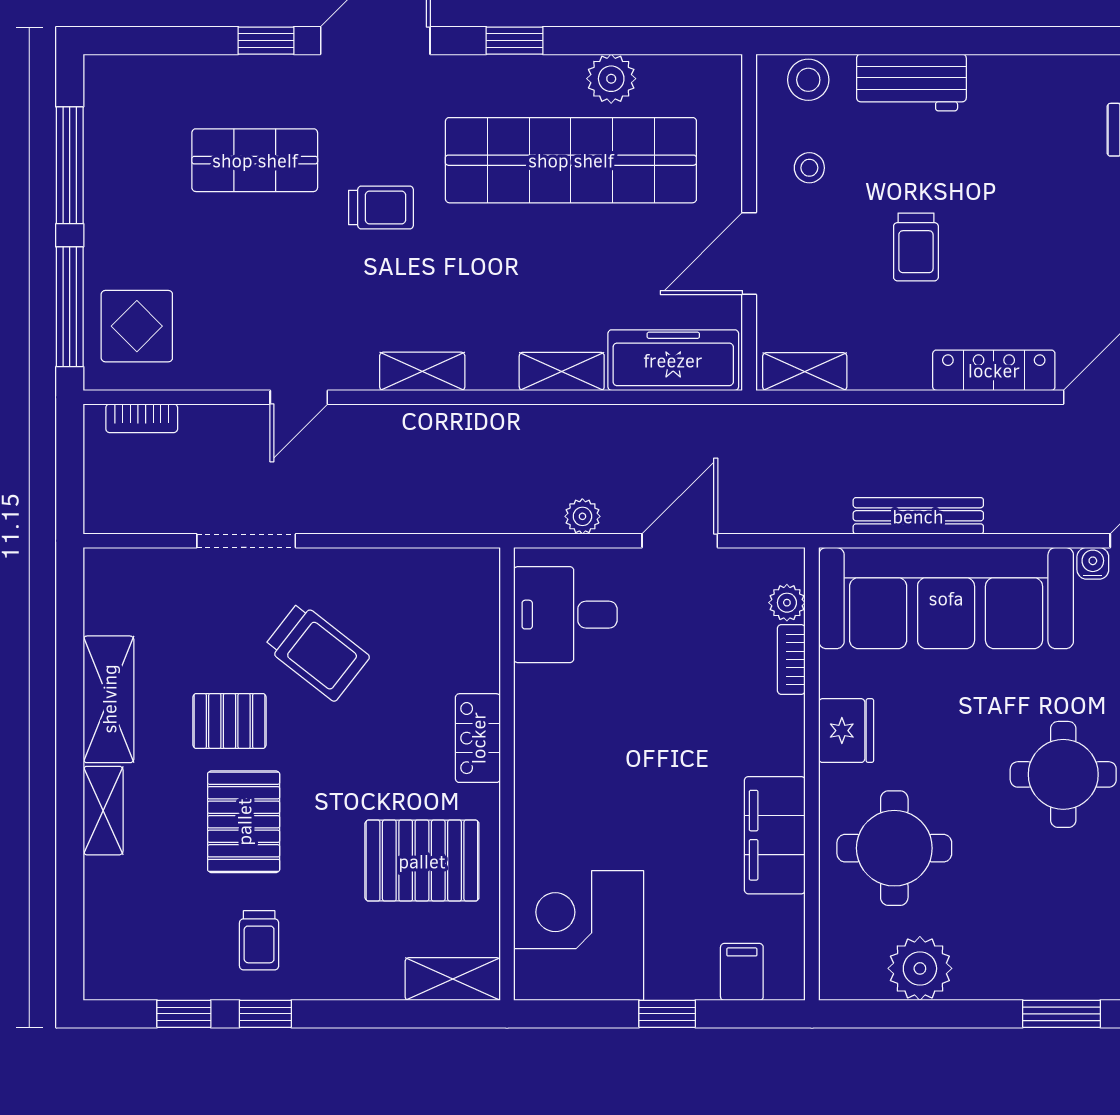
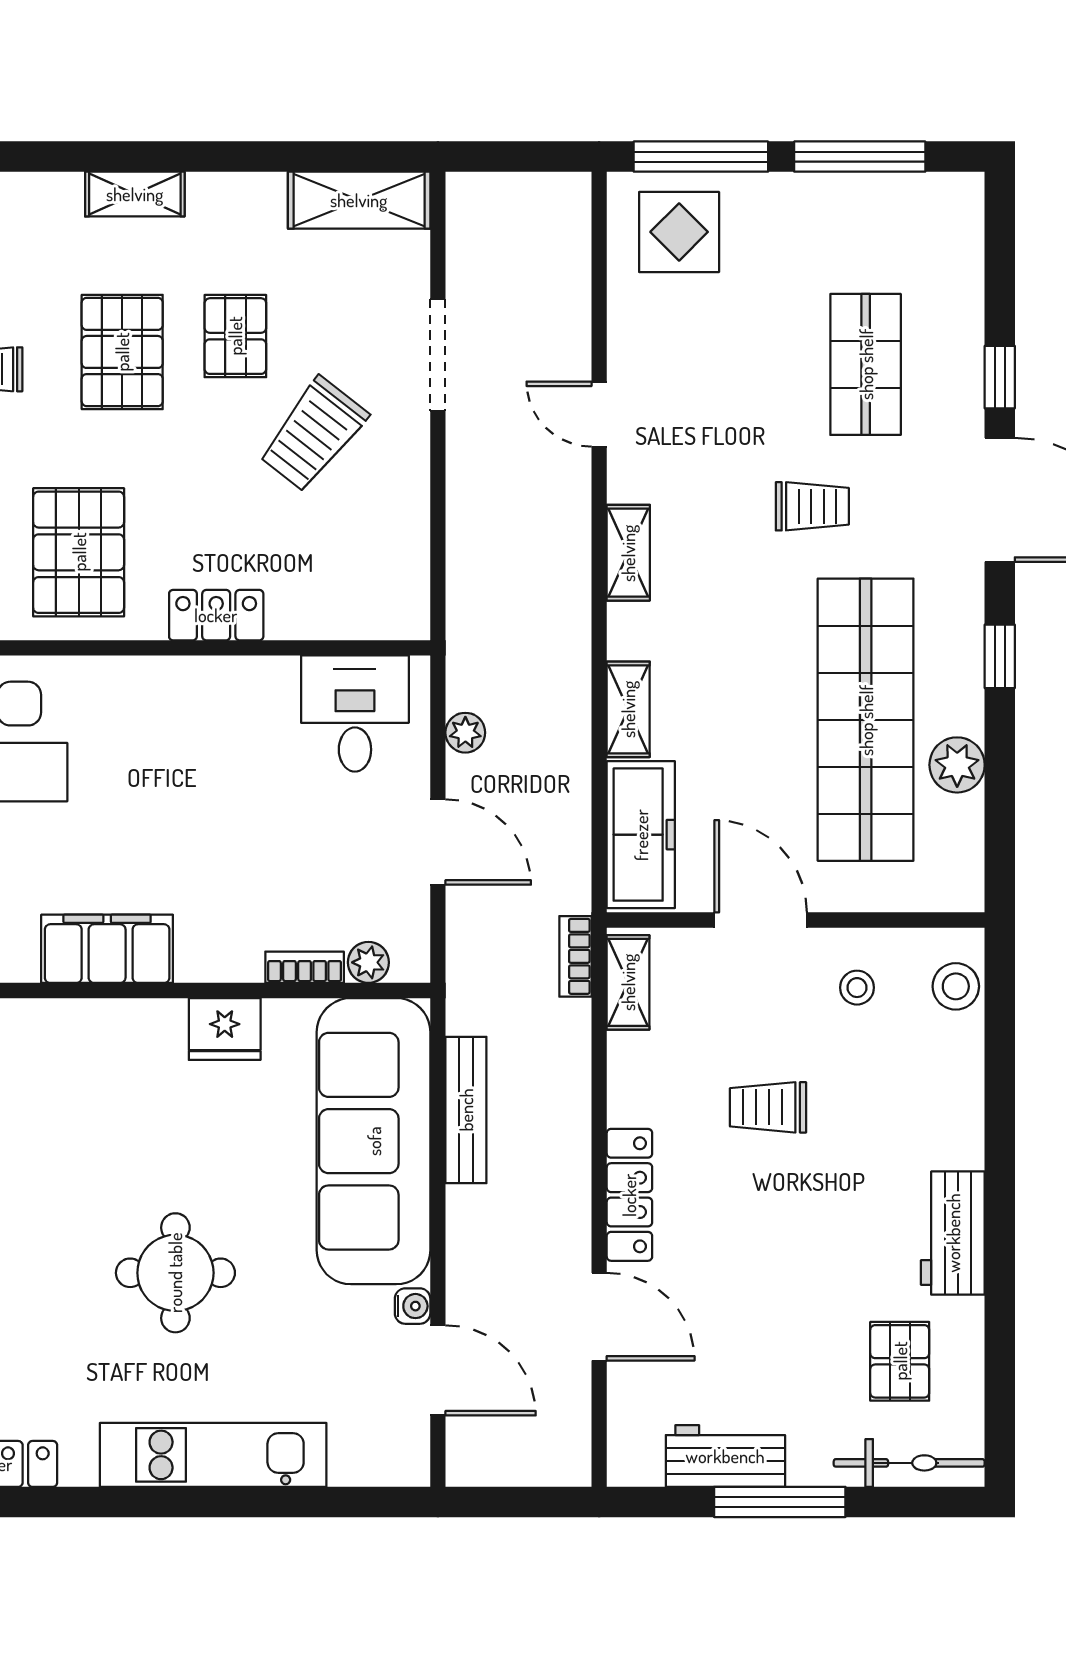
workbench: (911, 82) -> (953, 1233), moved
trolley: (381, 207) -> (812, 506), turned -90
bookcase: (142, 418) -> (575, 956), moved
shelving: (109, 699) -> (359, 200), moved
pallet: (244, 822) -> (122, 352), turned 90
round table: (894, 848) -> (93, 1083), removed

